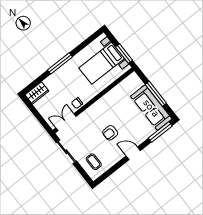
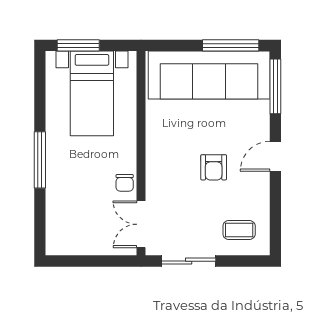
window: (124, 54) -> (78, 45), moved
wardrobe: (37, 93) -> (58, 234), removed
window: (156, 94) -> (231, 45), moved
sofa: (151, 108) -> (209, 75), width x1.36, depth x1.27

